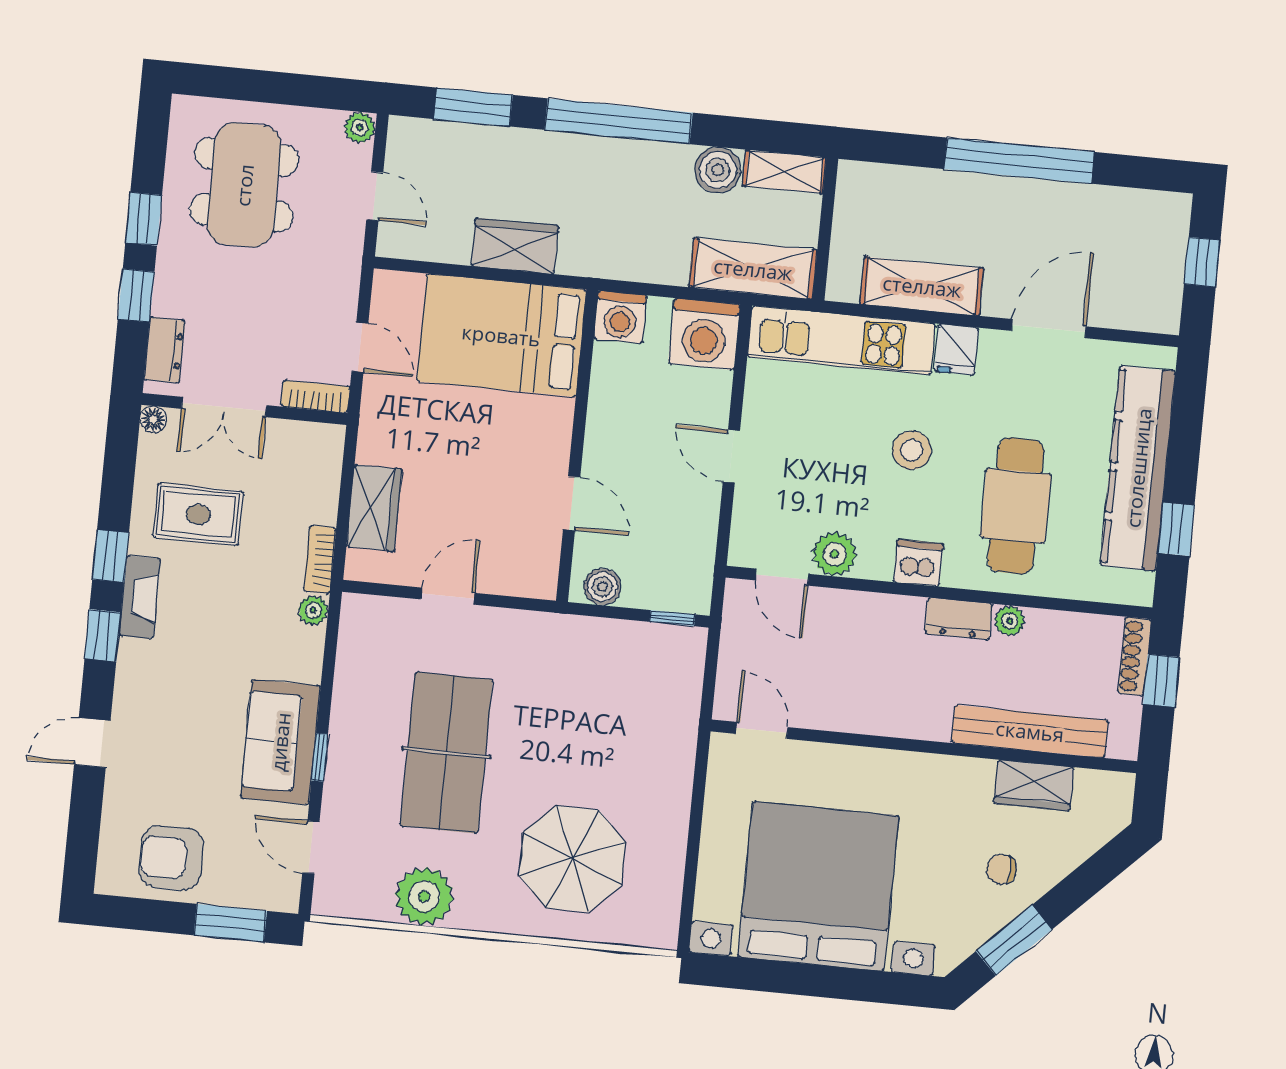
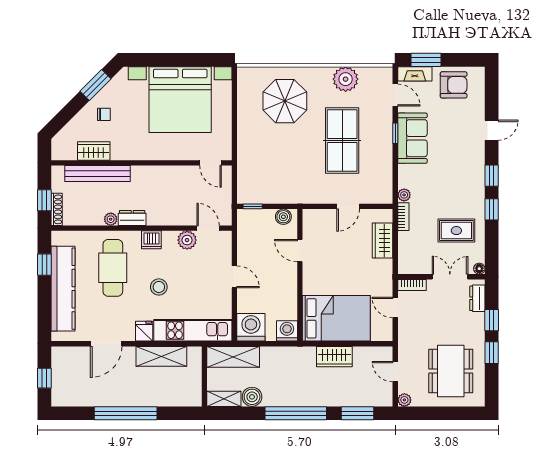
fireplace: (140, 597) -> (415, 74), moved, turned -90

